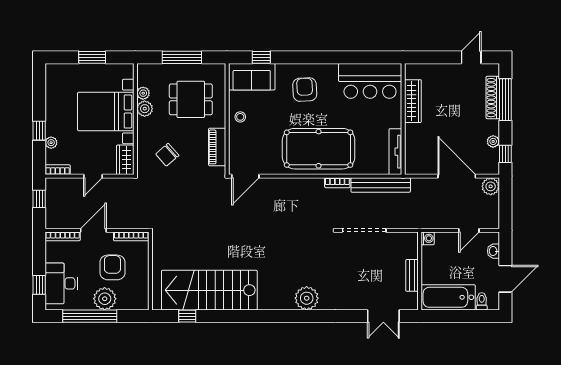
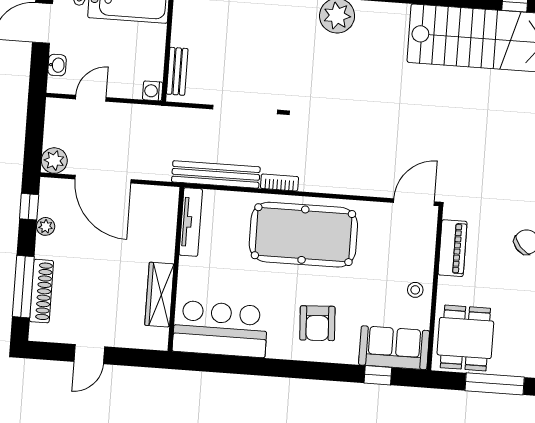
door: (471, 57) -> (89, 354), moved
dining table: (191, 99) -> (465, 338), moved, turned 90
bench: (412, 275) -> (177, 71), moved

